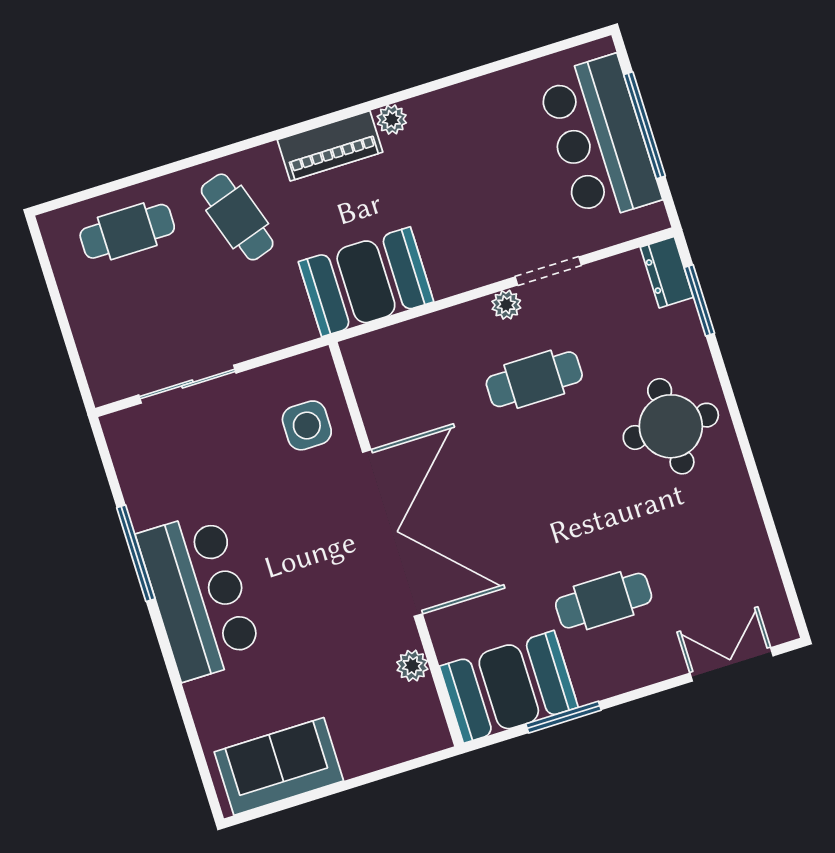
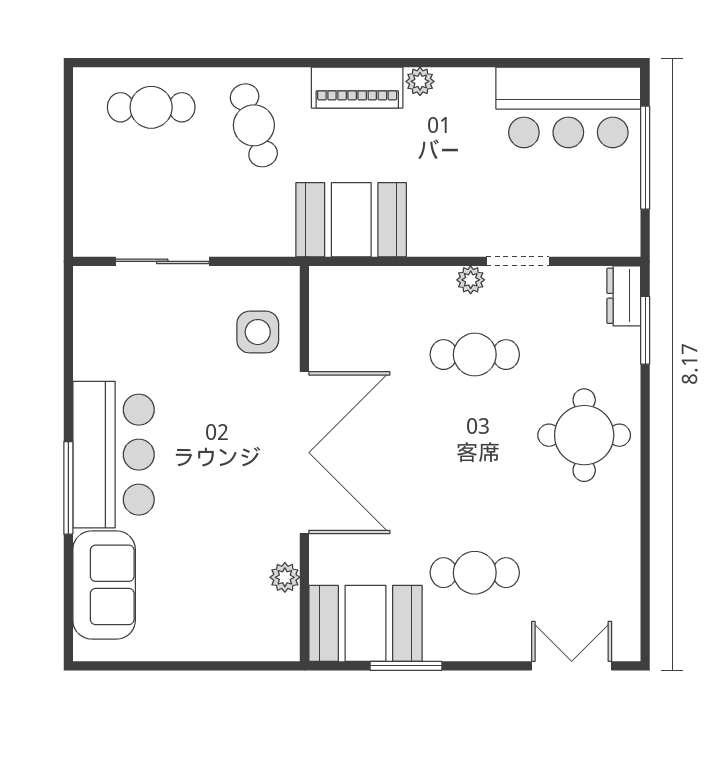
bar counter: (599, 139) -> (568, 107), moved, turned -90
window: (136, 553) -> (68, 488), moved
sofa: (279, 766) -> (104, 585), moved, turned 90

